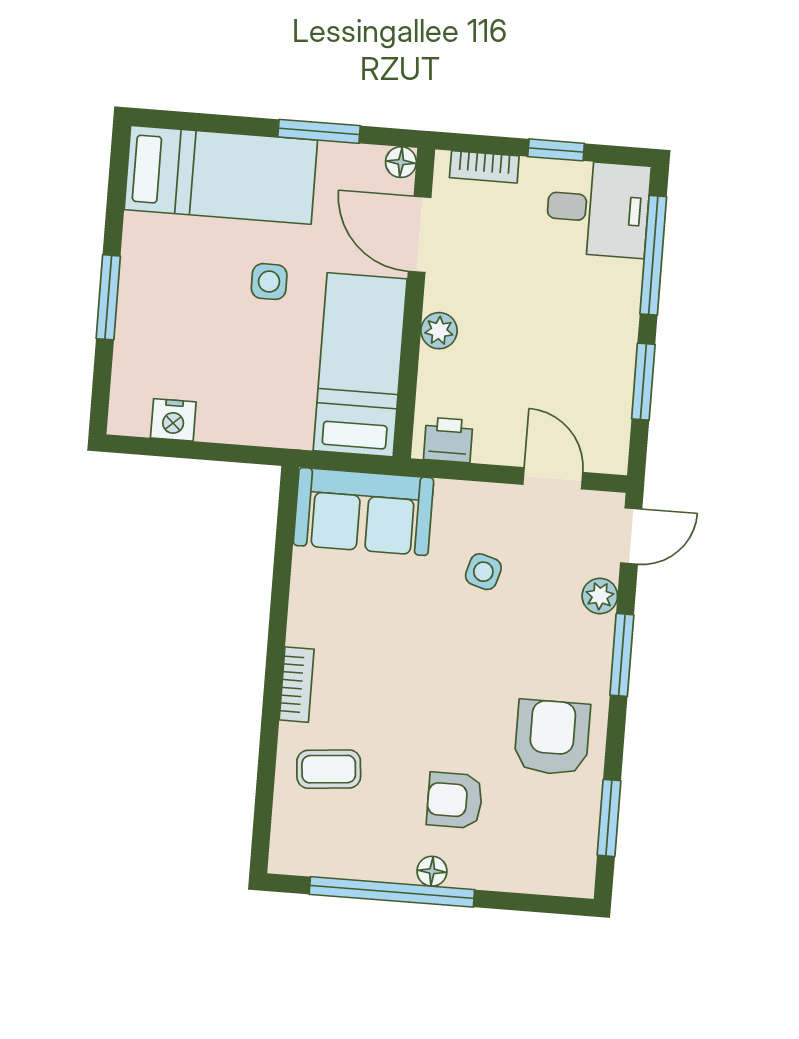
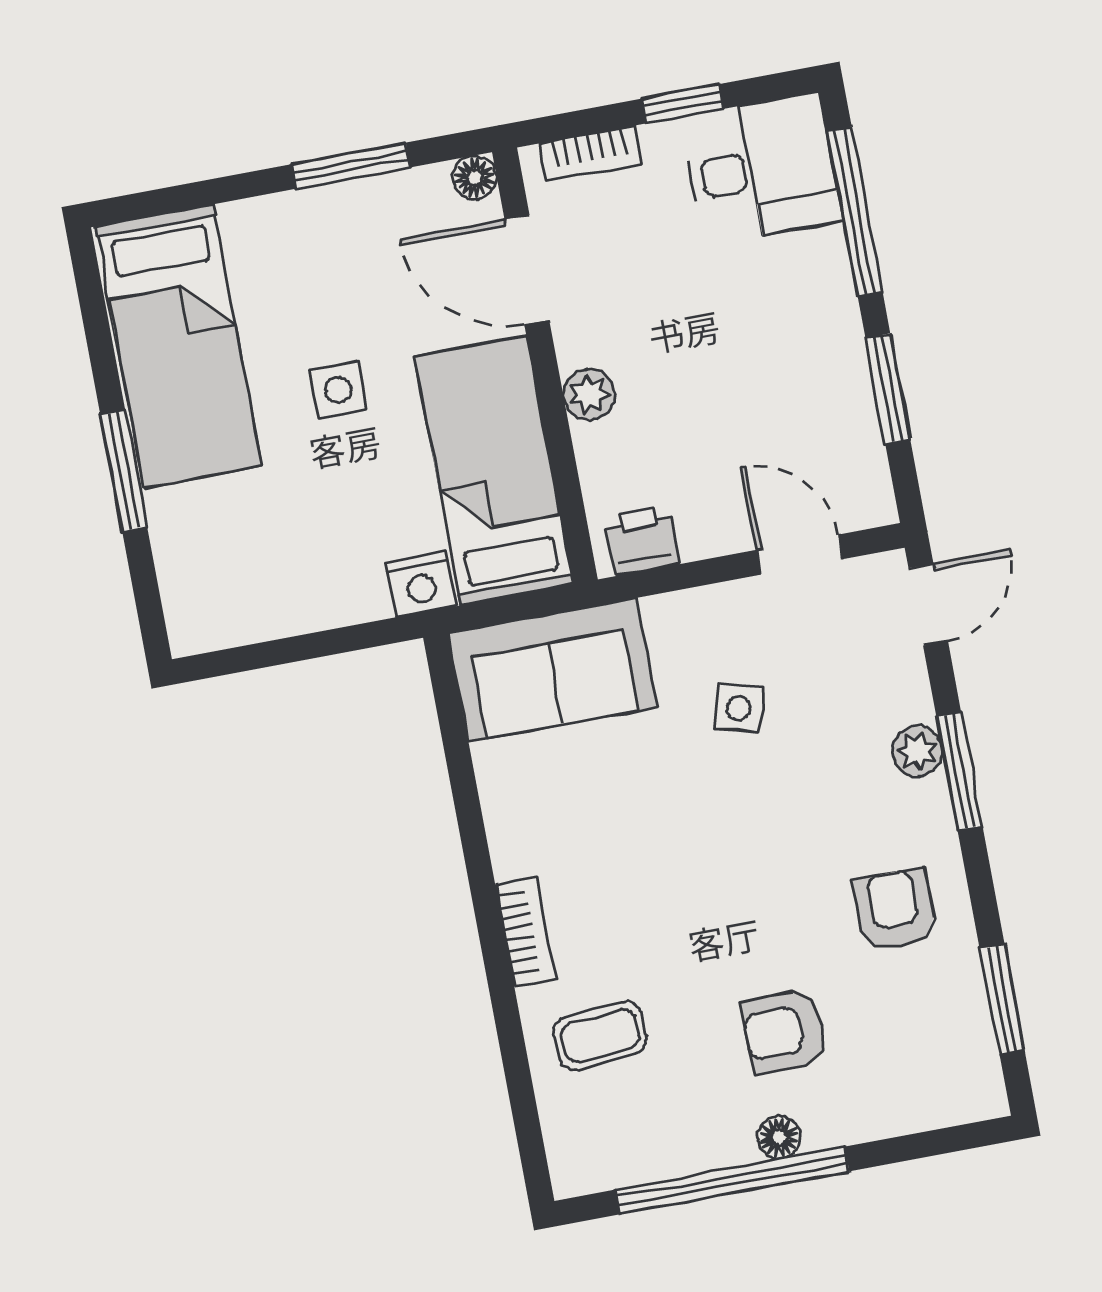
bed: (221, 175) -> (178, 346), moved, turned 90
nightstand: (173, 420) -> (421, 584), moved
plant: (600, 596) -> (917, 751), moved
armchair: (552, 737) -> (894, 910), width x0.72, depth x0.72

